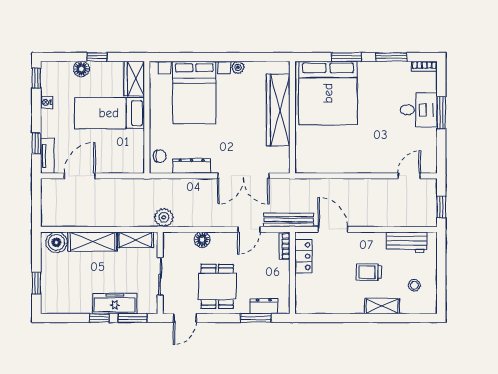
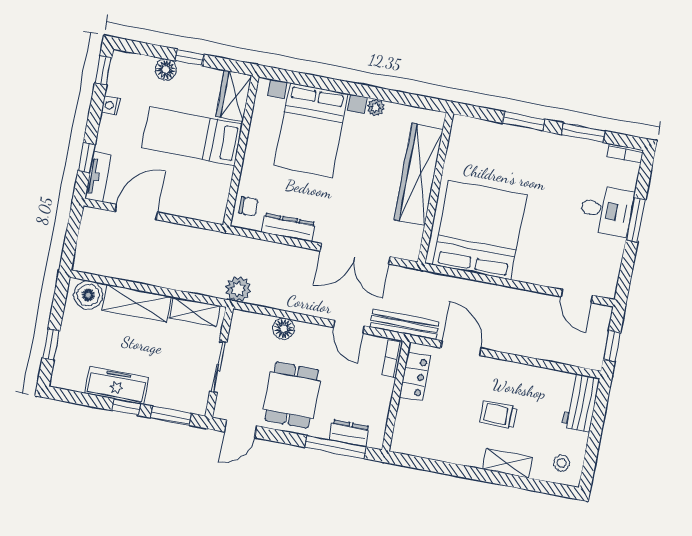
bed: (328, 93) -> (479, 230), moved, turned 180
door: (409, 176) -> (577, 296), swing flipped
door: (249, 229) -> (349, 327), hinge flipped
workbench: (407, 242) -> (581, 403), moved, turned 90
stool: (414, 285) -> (561, 463), moved
freezer: (115, 304) -> (117, 385), moved
window: (256, 318) -> (336, 447), width x1.44

